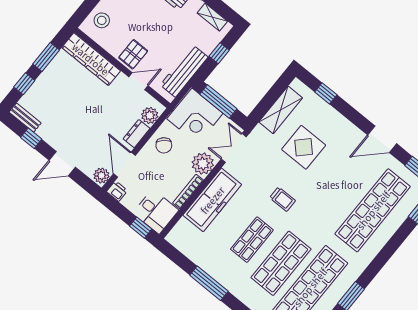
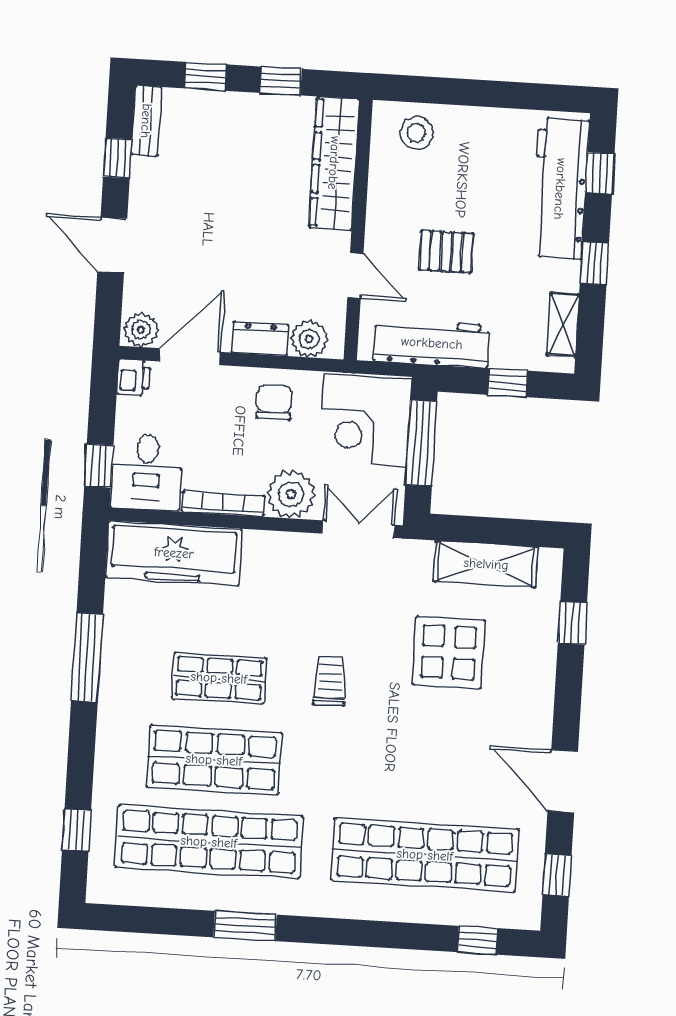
pallet: (133, 54) -> (446, 252), moved
window: (46, 57) -> (281, 81), width x0.67
chair: (164, 145) -> (274, 402), turned 132
trolley: (283, 199) -> (330, 681), turned 180
freezer: (212, 200) -> (174, 553), moved

